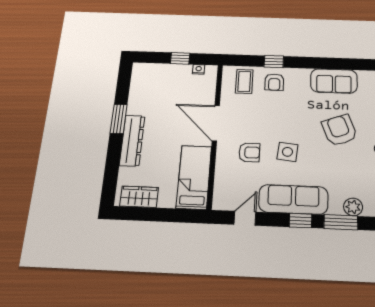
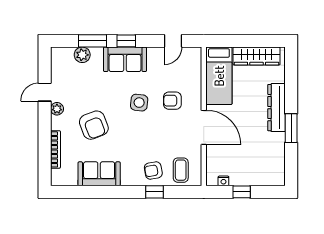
armchair: (274, 82) -> (153, 171), turned -100
wardrobe: (139, 197) -> (257, 56), width x1.50
sofa: (293, 199) -> (125, 59), width x0.73

